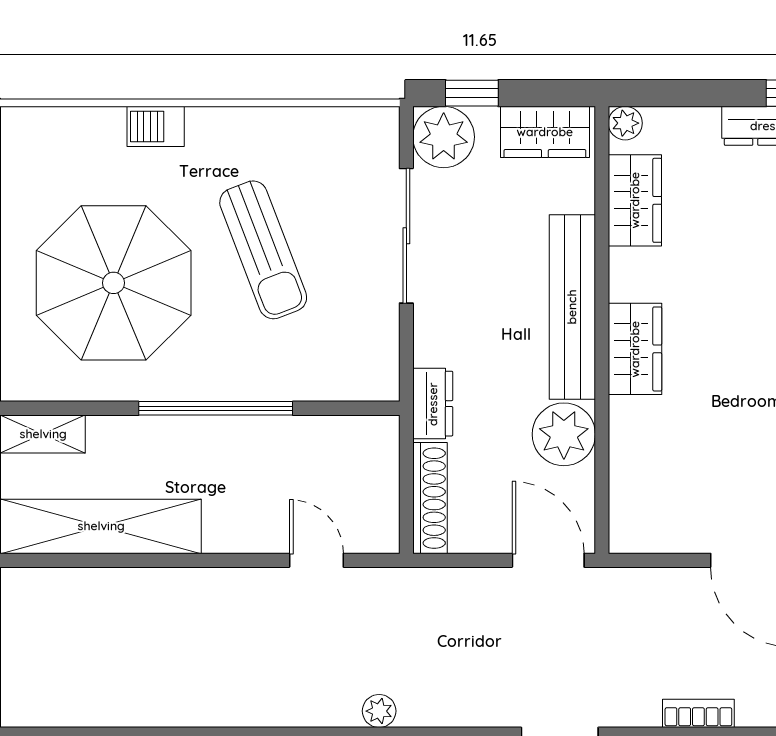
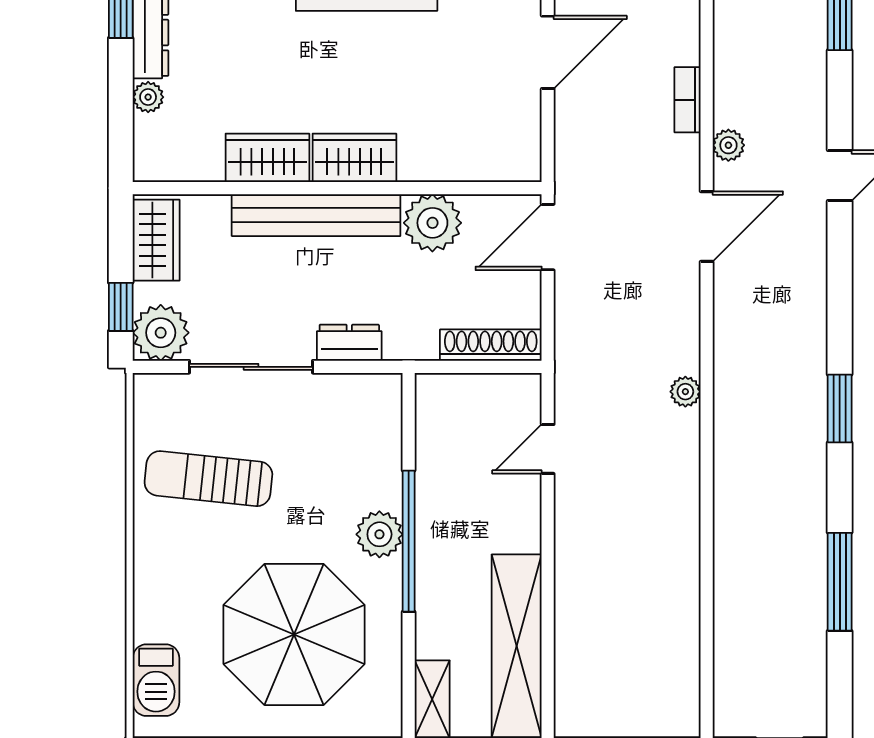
plant: (625, 123) -> (148, 97), moved
barbecue: (156, 126) -> (156, 680), moved, width x1.38, depth x1.27
wardrobe: (635, 200) -> (267, 158), moved
sun lounger: (263, 250) -> (208, 479), moved, turned -153
plant: (223, 376) -> (379, 534), added
dresser: (433, 404) -> (349, 343), moved

